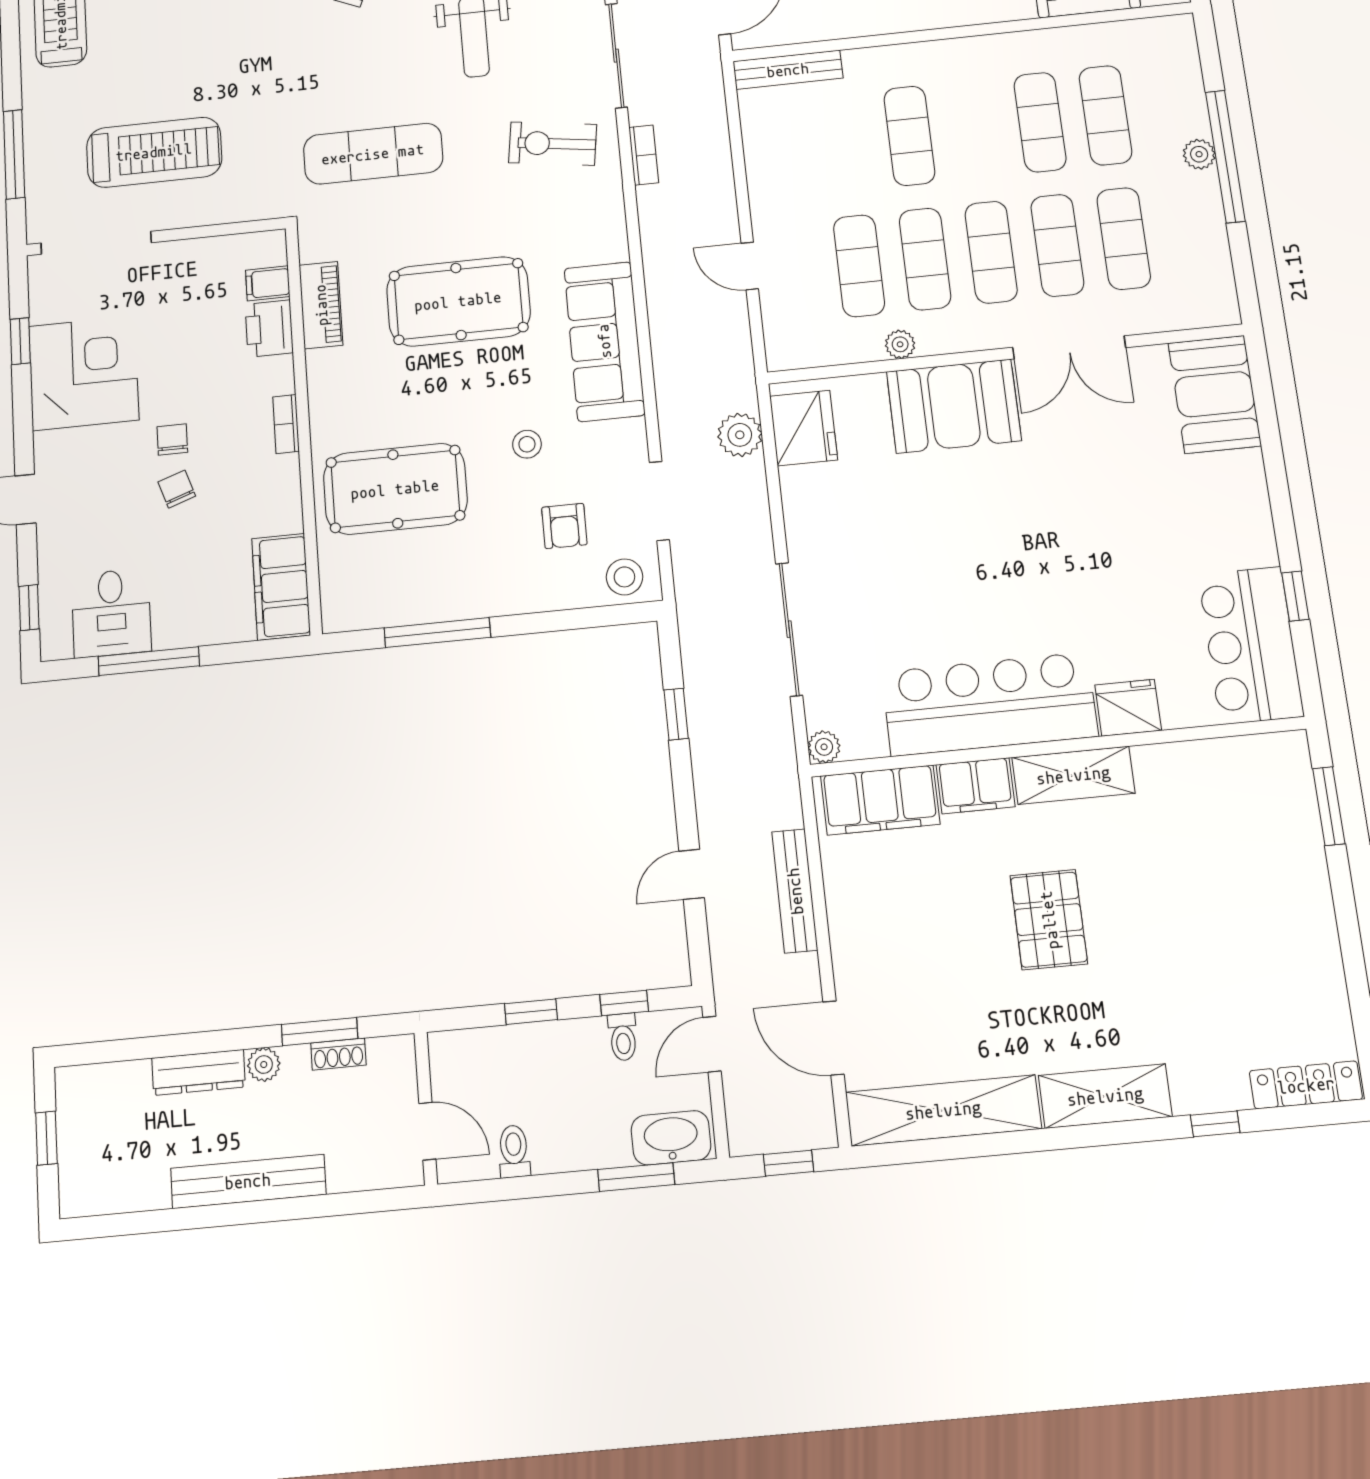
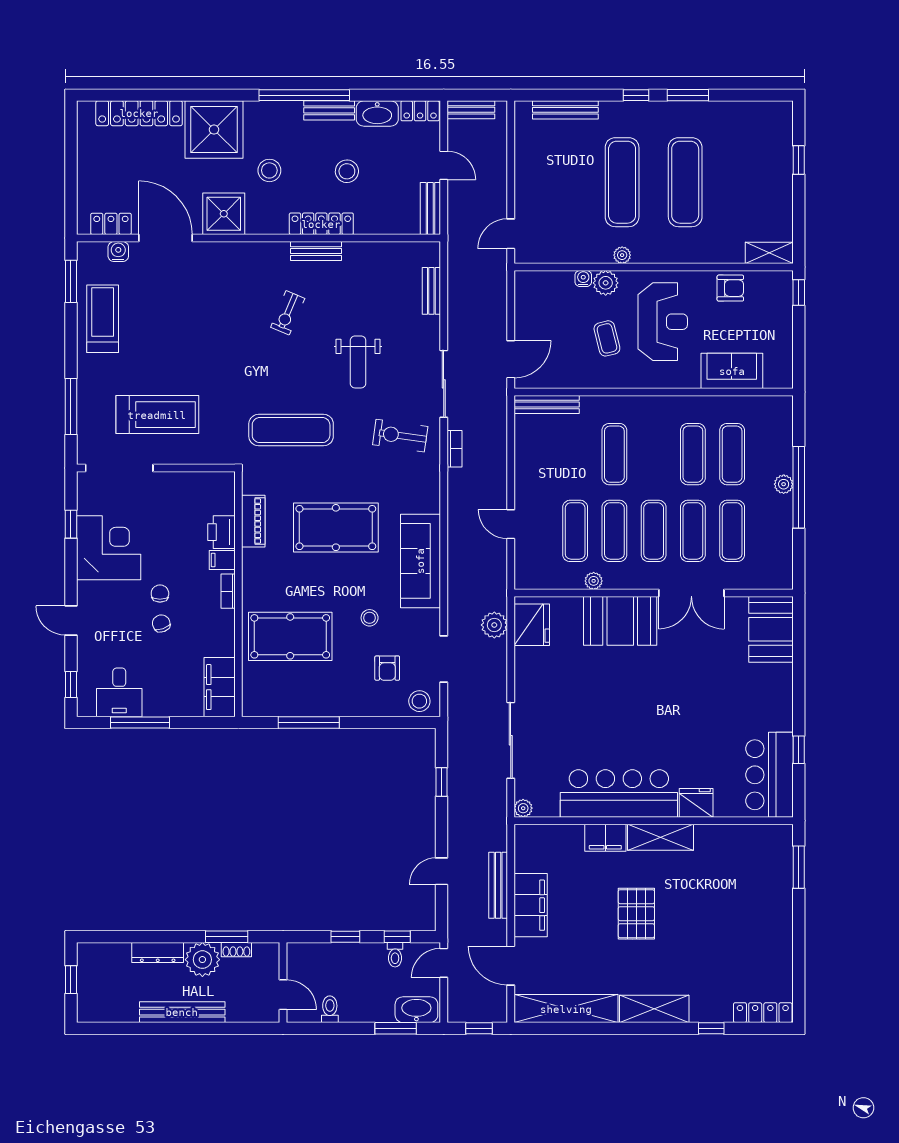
filing cabinet: (268, 283) -> (222, 560), moved
filing cabinet: (880, 800) -> (531, 905), moved, turned -90
plant: (264, 1065) -> (202, 960), width x1.87, depth x1.87

